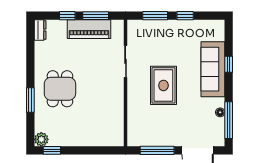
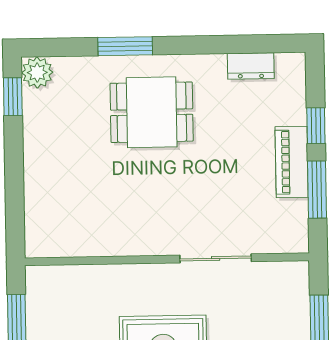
piano: (89, 29) -> (292, 162), width x0.73, depth x0.75
dresser: (40, 30) -> (251, 66), moved

